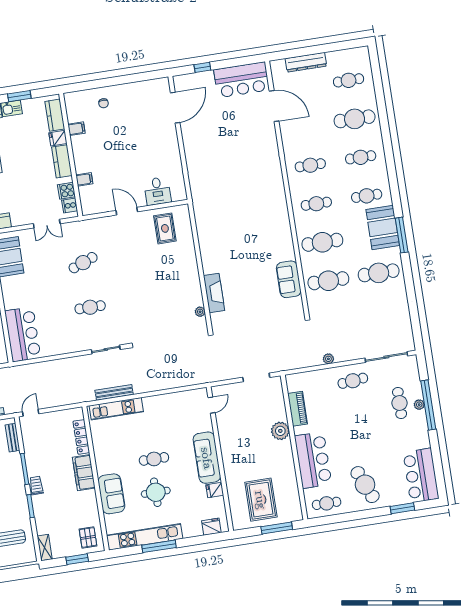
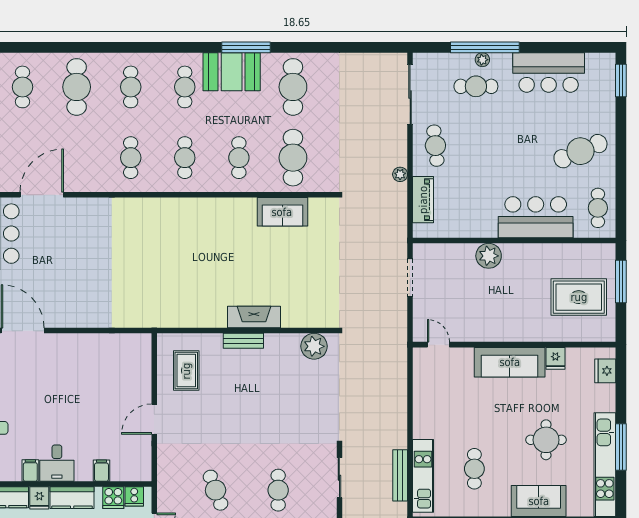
desk: (157, 191) -> (57, 463), moved, turned 90
rug: (165, 228) -> (186, 371), turned 90
cafe table: (322, 242) -> (239, 158), width x0.73, depth x0.74
bench: (192, 266) -> (243, 341), added
fireplace: (214, 293) -> (254, 317), moved
plant: (200, 312) -> (314, 346), width x1.88, depth x1.88
piano: (297, 409) -> (423, 200), moved, turned 90
cafe table: (154, 459) -> (474, 469), moved
bar counter: (421, 475) -> (549, 72), moved
window: (402, 508) -> (621, 80), moved

